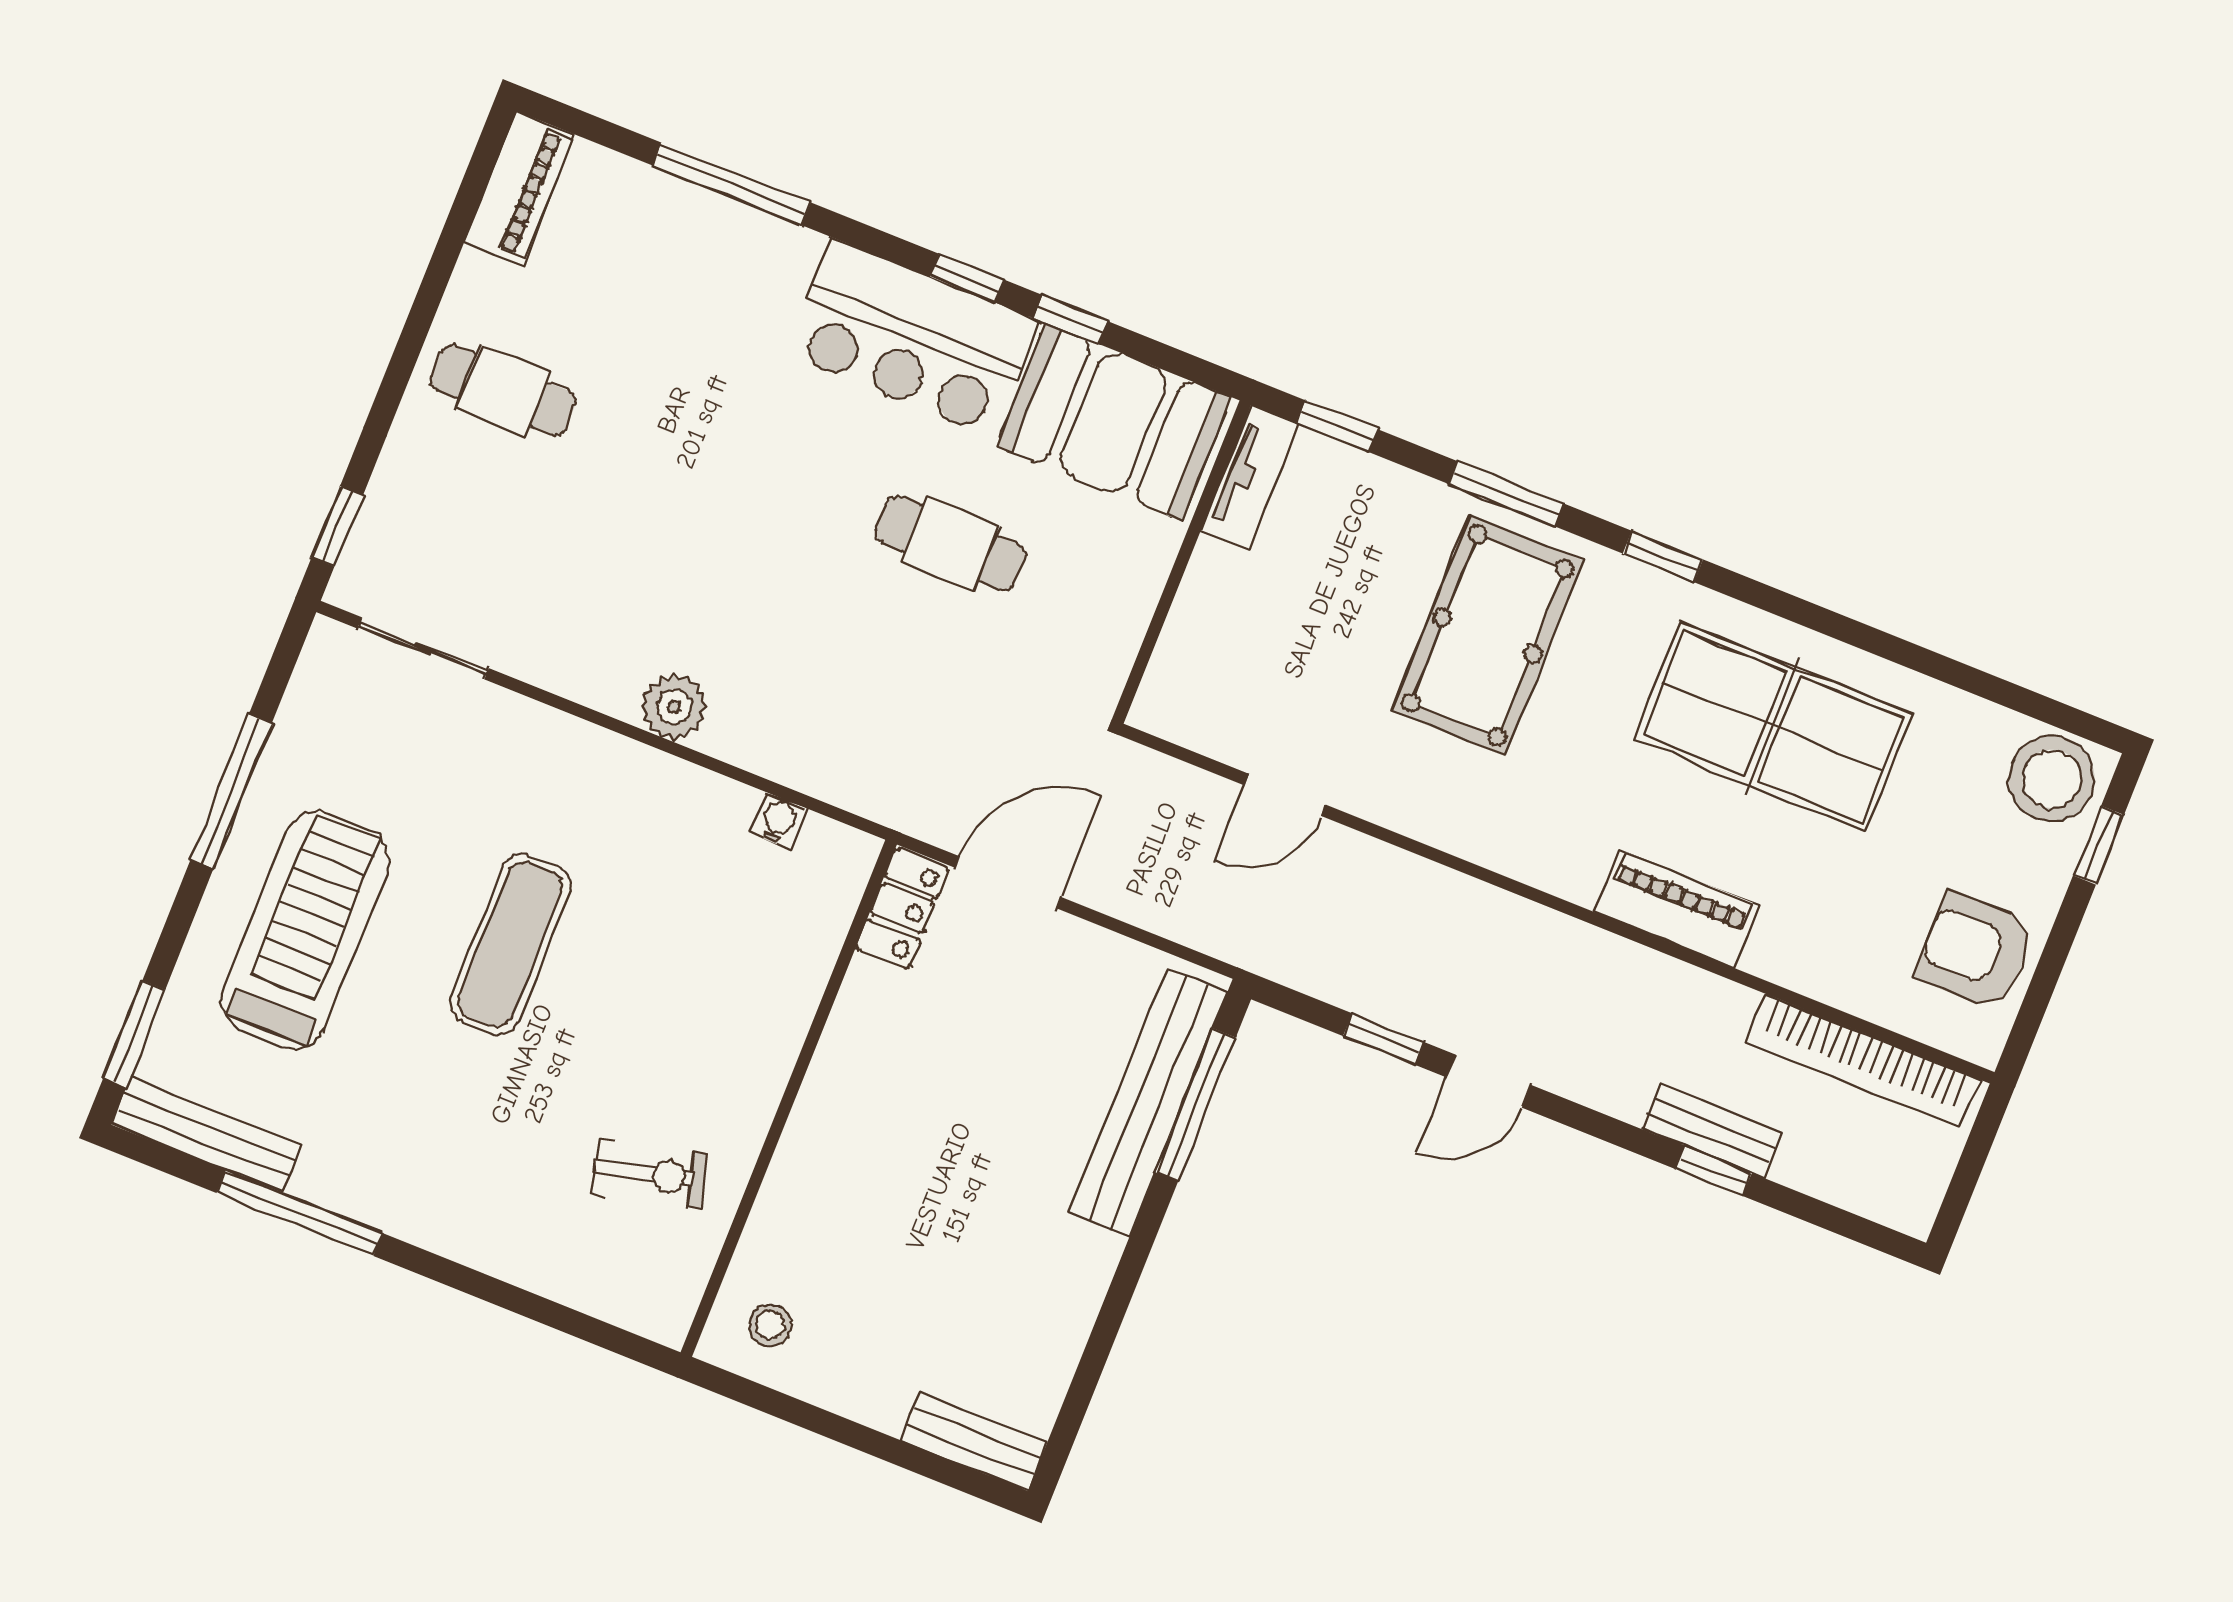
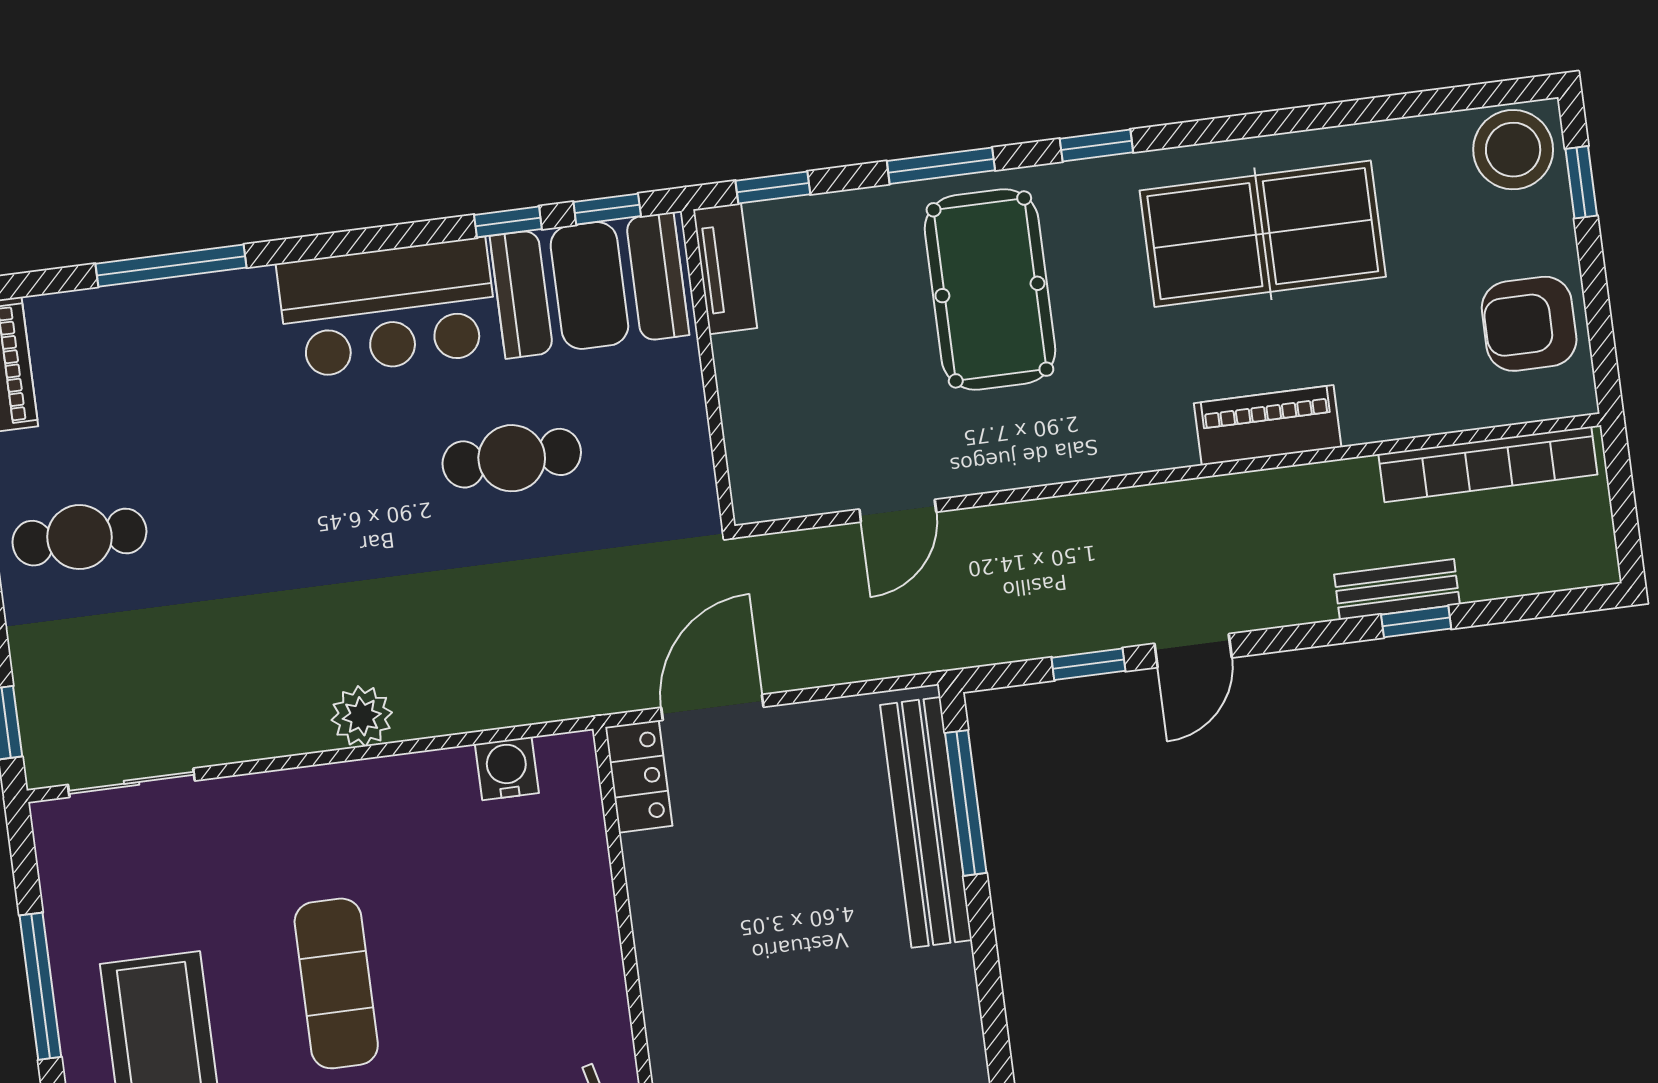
window: (967, 278) -> (607, 209), moved
water cooler: (778, 821) -> (507, 768), width x1.38, depth x1.38

